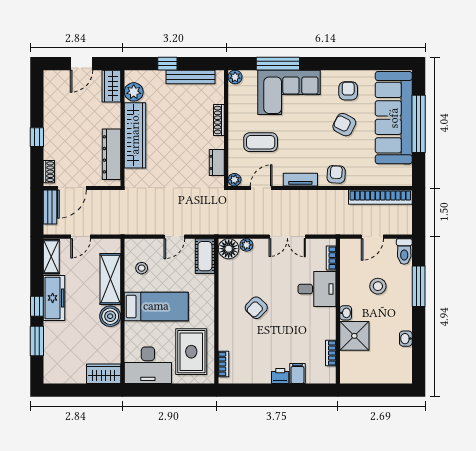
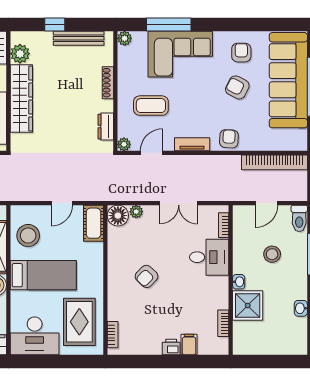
stool: (142, 268) -> (28, 236), width x1.89, depth x1.89

